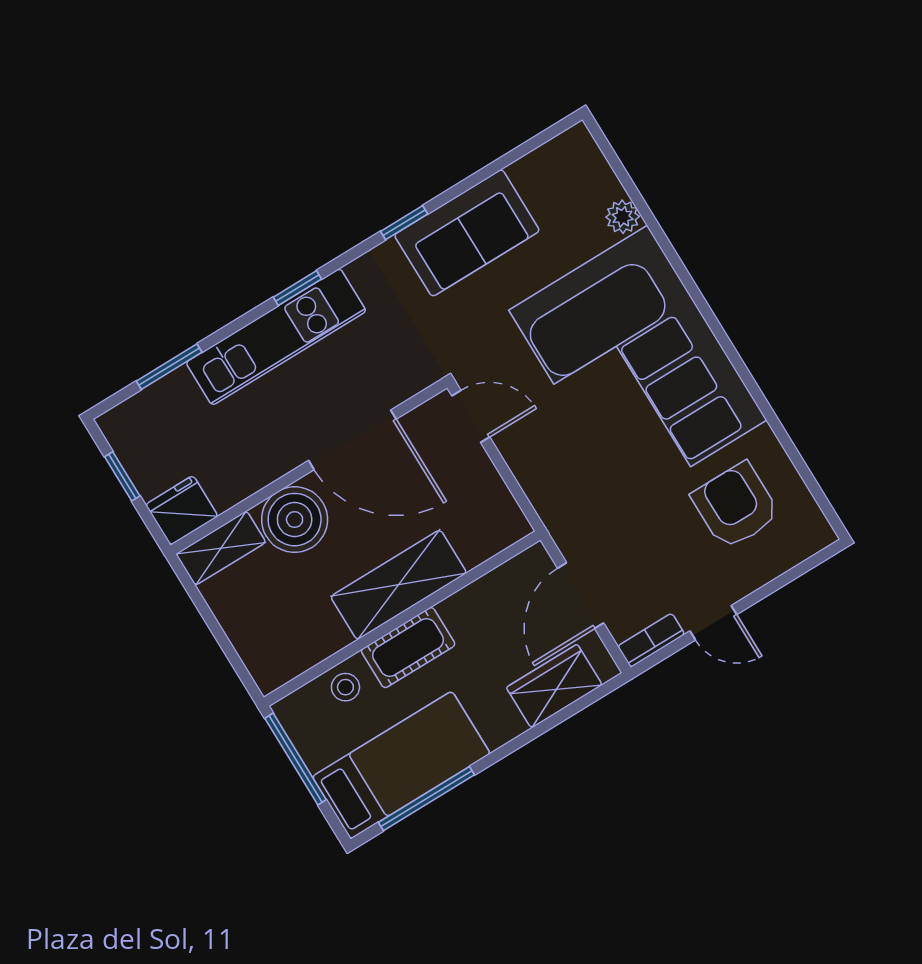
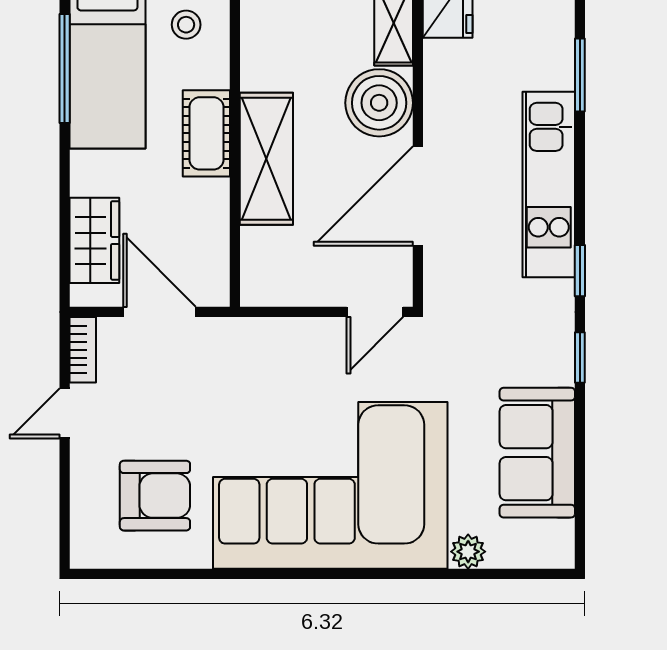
sofa: (467, 233) -> (537, 453), moved
window: (297, 288) -> (580, 271), moved
stool: (345, 687) -> (186, 25), moved

